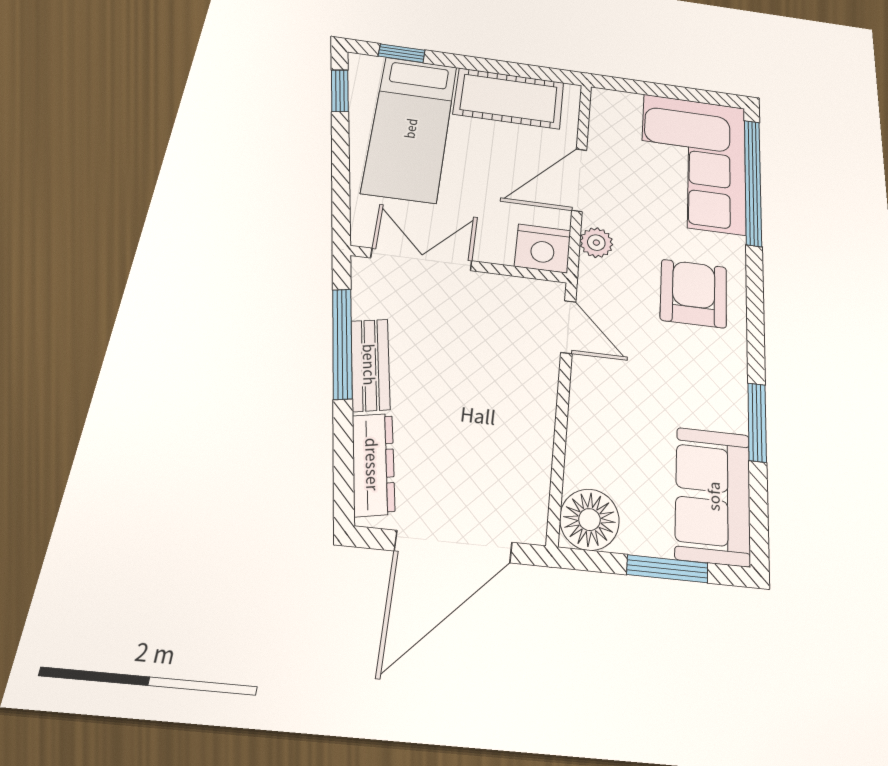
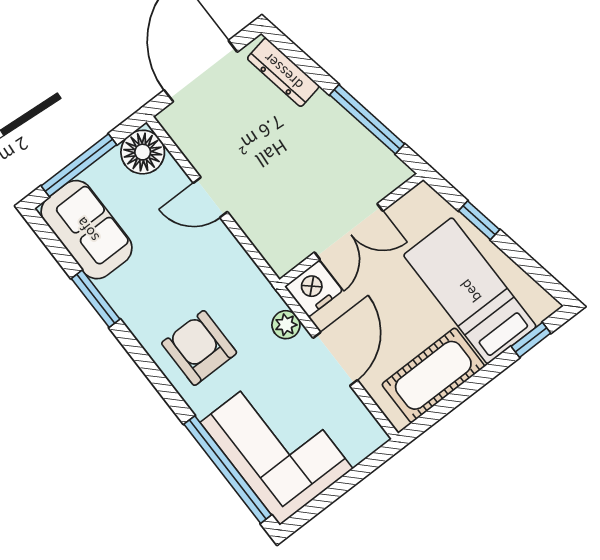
window: (340, 91) -> (479, 220), moved
double door: (421, 259) -> (349, 232), moved
armchair: (694, 293) -> (199, 348), turned 180
door: (568, 327) -> (210, 197), moved
bench: (370, 365) -> (340, 122), removed
window: (667, 569) -> (79, 165), width x1.44

